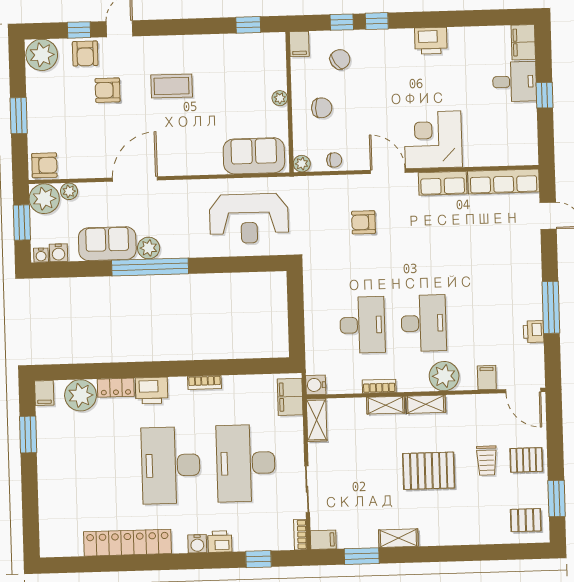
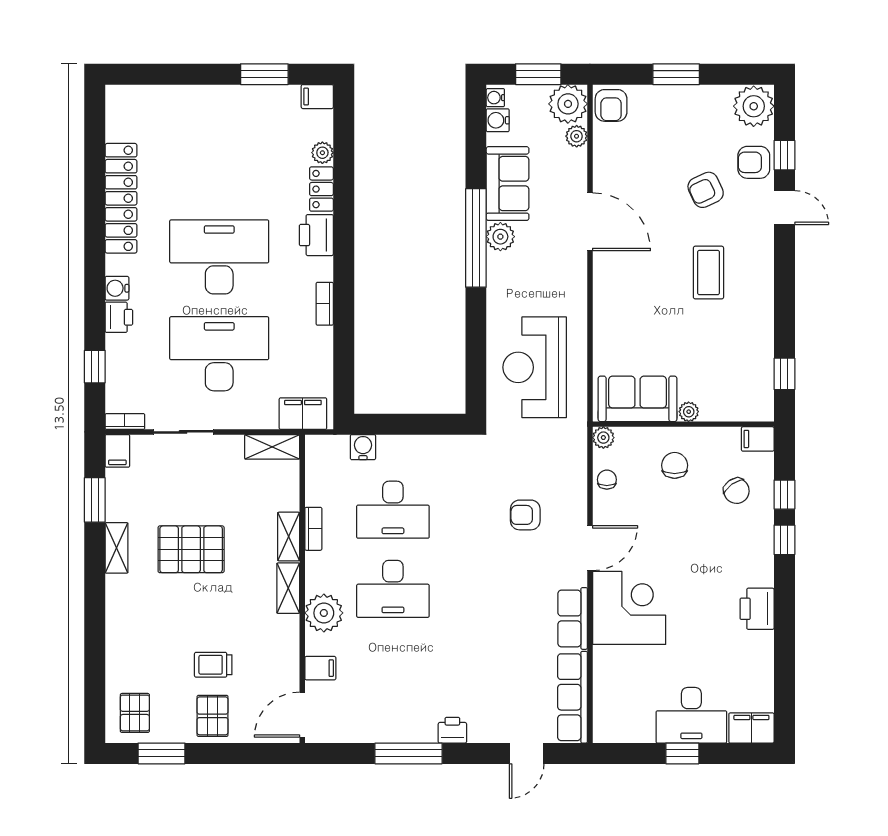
desk: (515, 82) -> (691, 715), width x1.37
armchair: (108, 90) -> (706, 190), turned -115
chair: (322, 108) -> (675, 465), turned 180
sofa: (254, 156) -> (637, 399), moved, turned -90
chair: (334, 160) -> (607, 480), turned 180
armchair: (363, 222) -> (525, 515), turned -90
printer: (534, 332) -> (452, 730), moved
water cooler: (316, 385) -> (363, 447), moved
plant: (80, 395) -> (322, 153), width x0.53, depth x0.53
pallet: (429, 471) -> (191, 549), moved, turned 90

